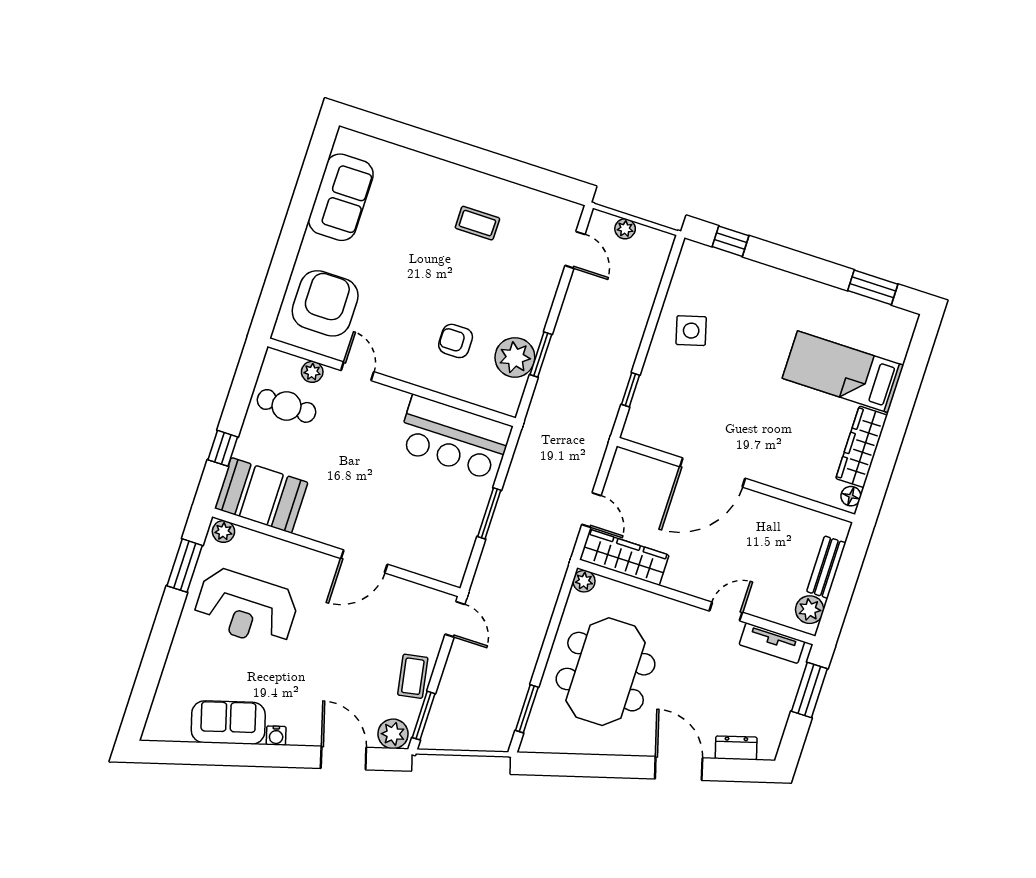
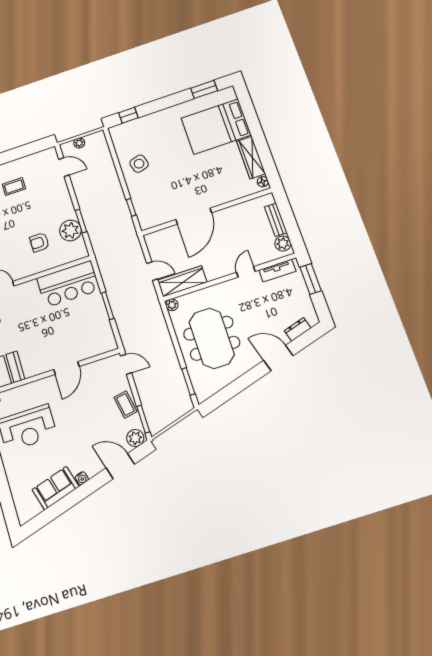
bed: (843, 372) -> (216, 127), width x1.50

